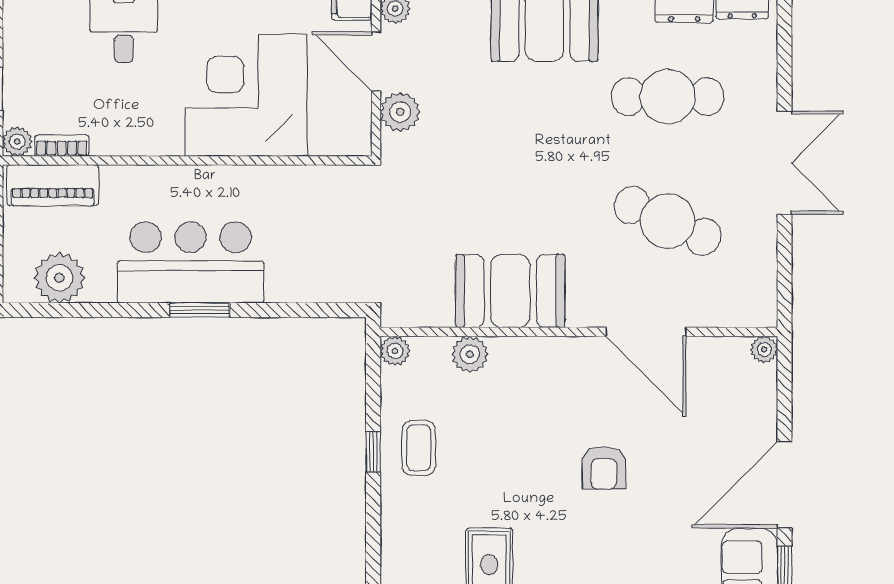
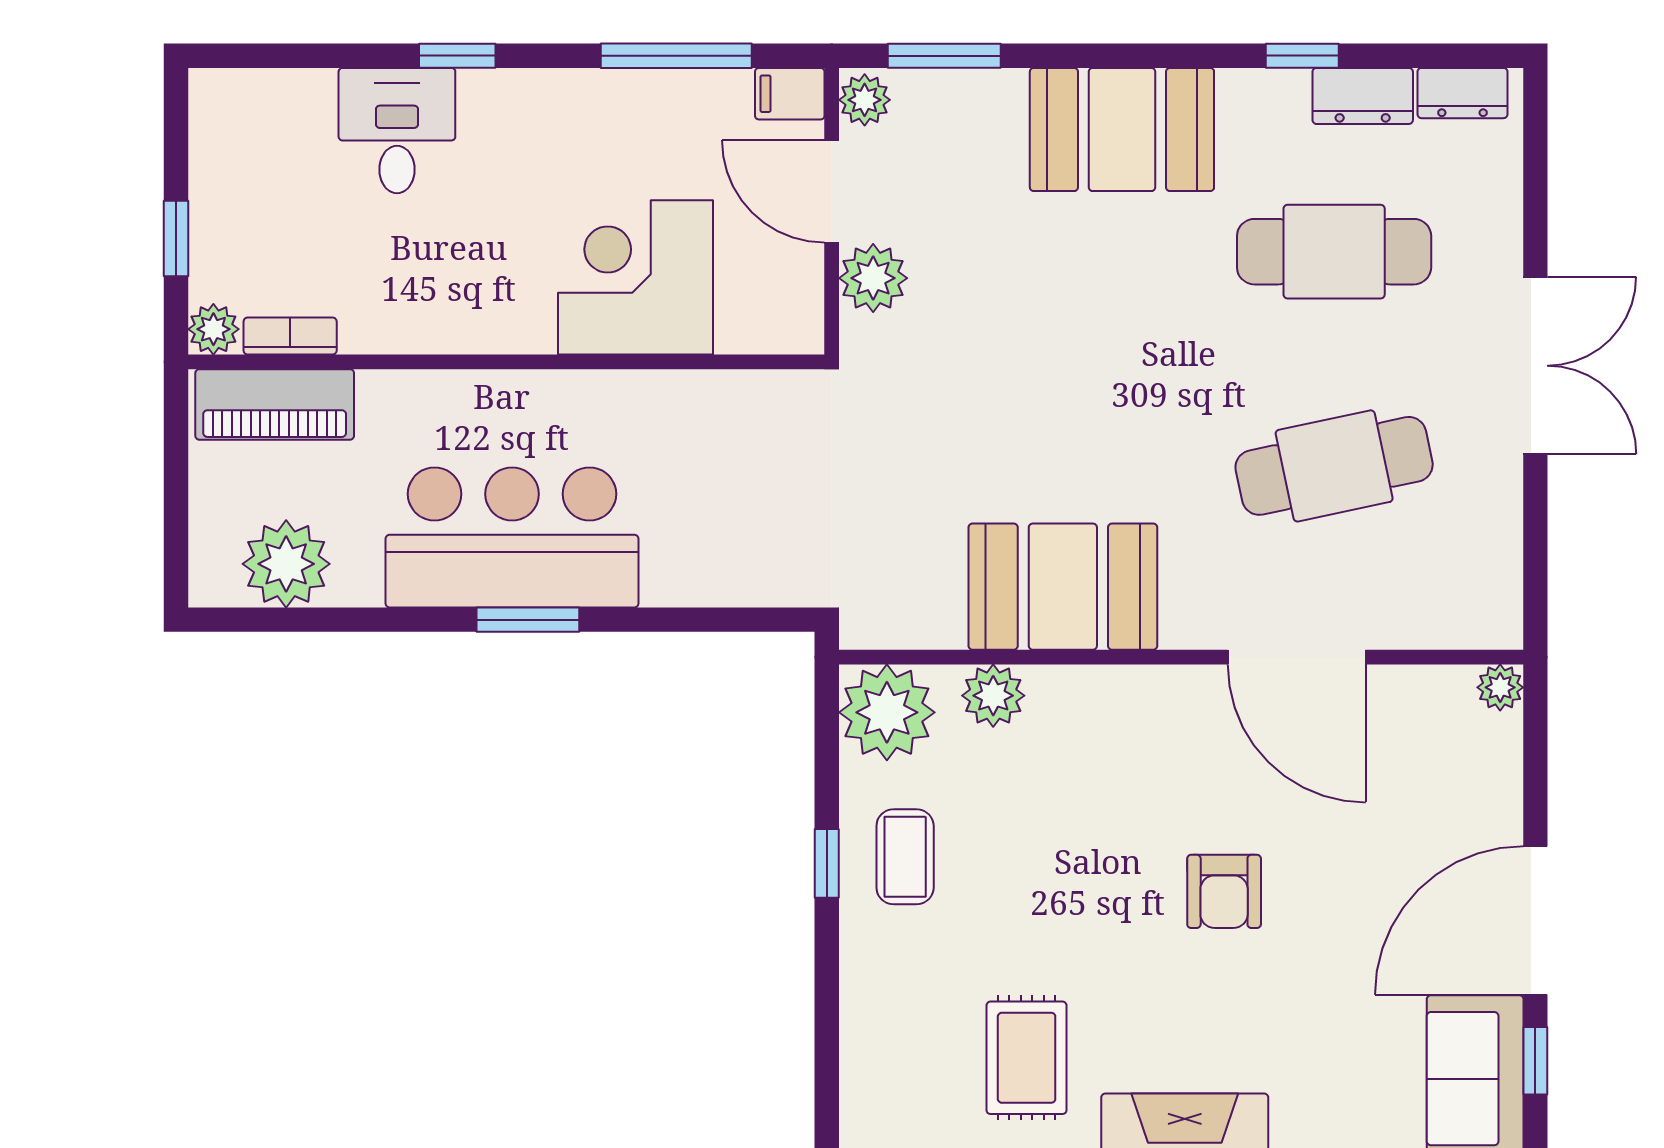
corner desk: (246, 95) -> (635, 277), width x0.74, depth x0.74
cafe table: (668, 221) -> (1334, 466), turned -36
plant: (395, 351) -> (887, 712), width x1.88, depth x1.88

